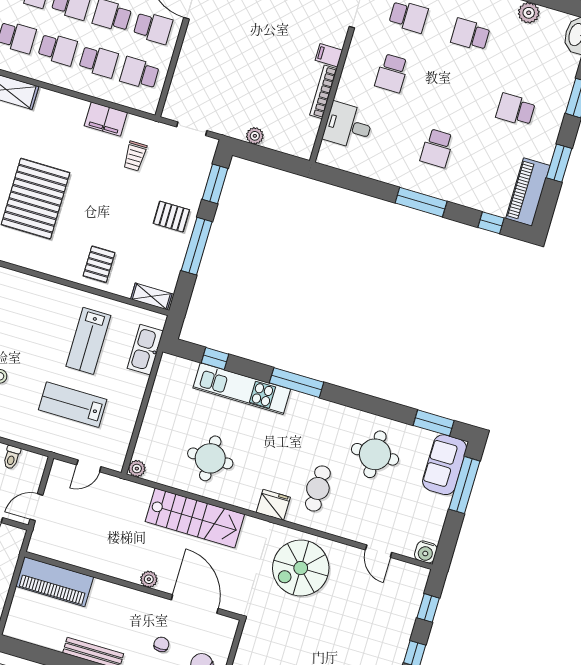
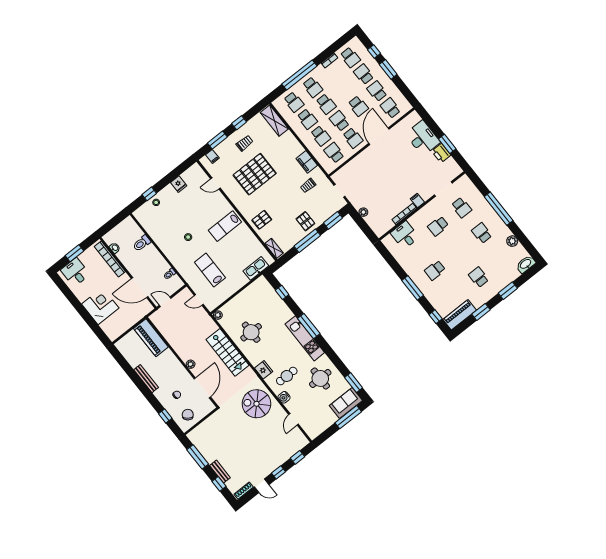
lab bench: (88, 341) -> (225, 226), moved
kitchen unit: (242, 389) -> (305, 338), moved
water cooler: (426, 552) -> (284, 397), moved

